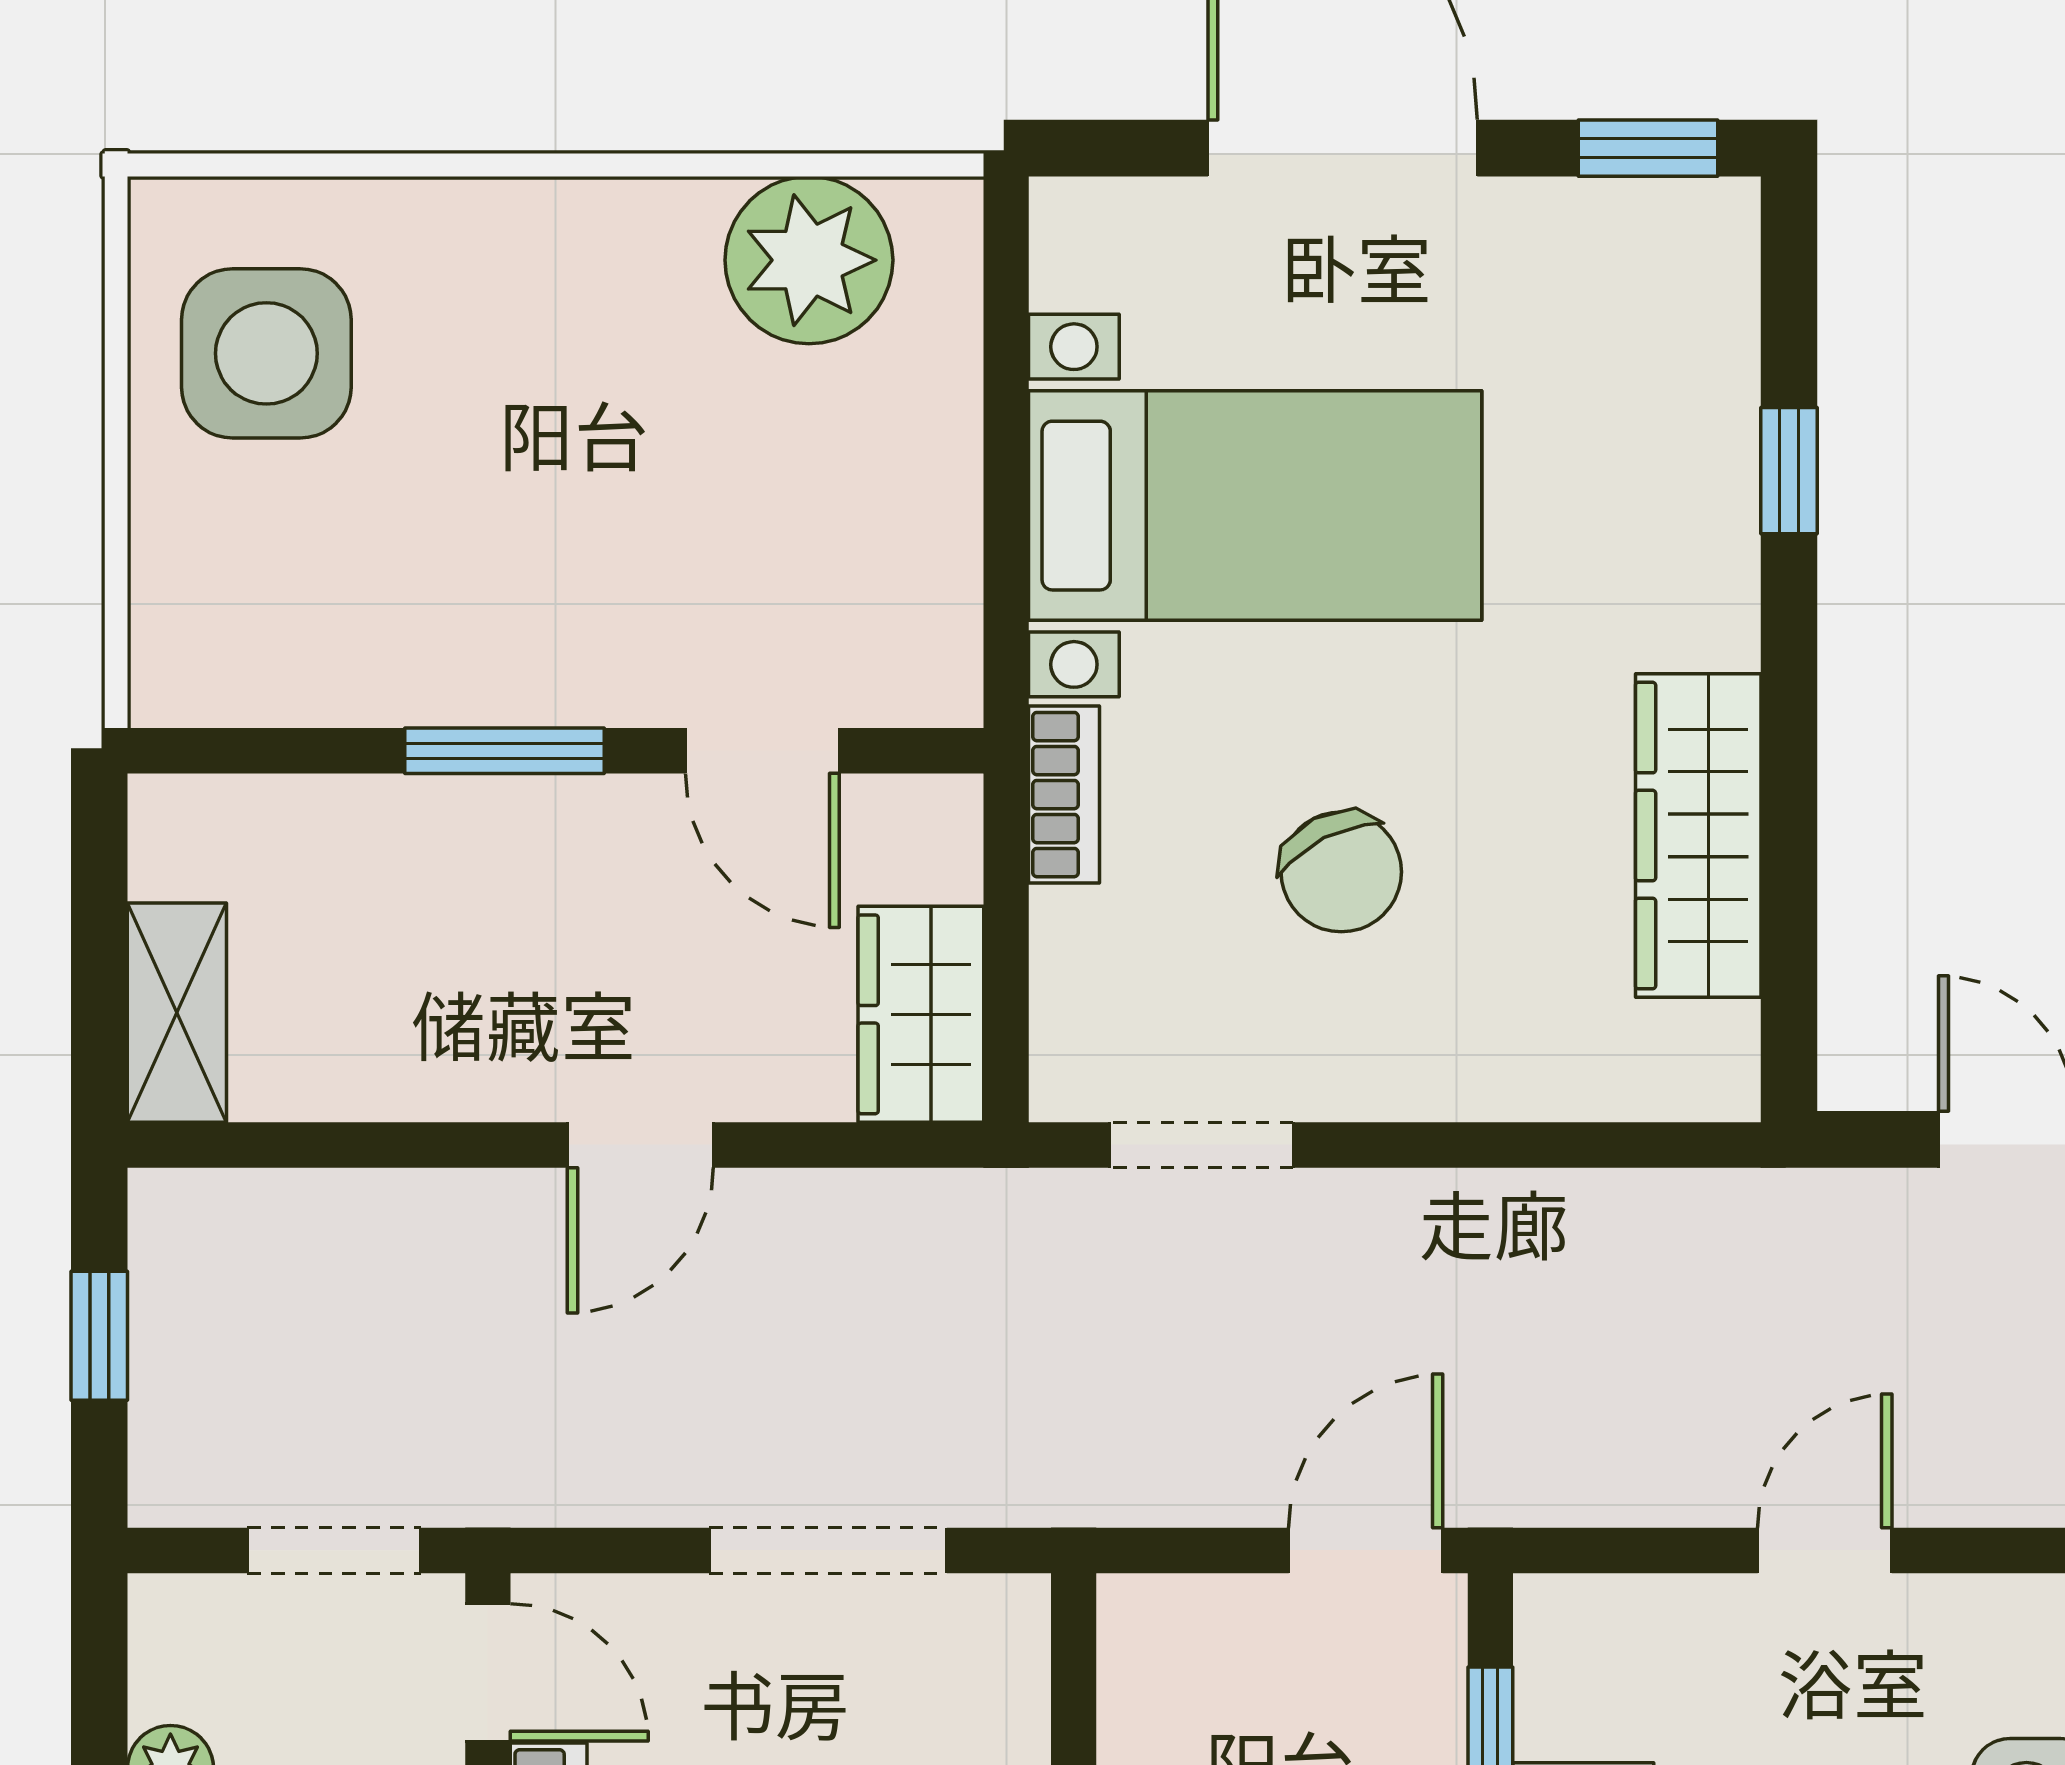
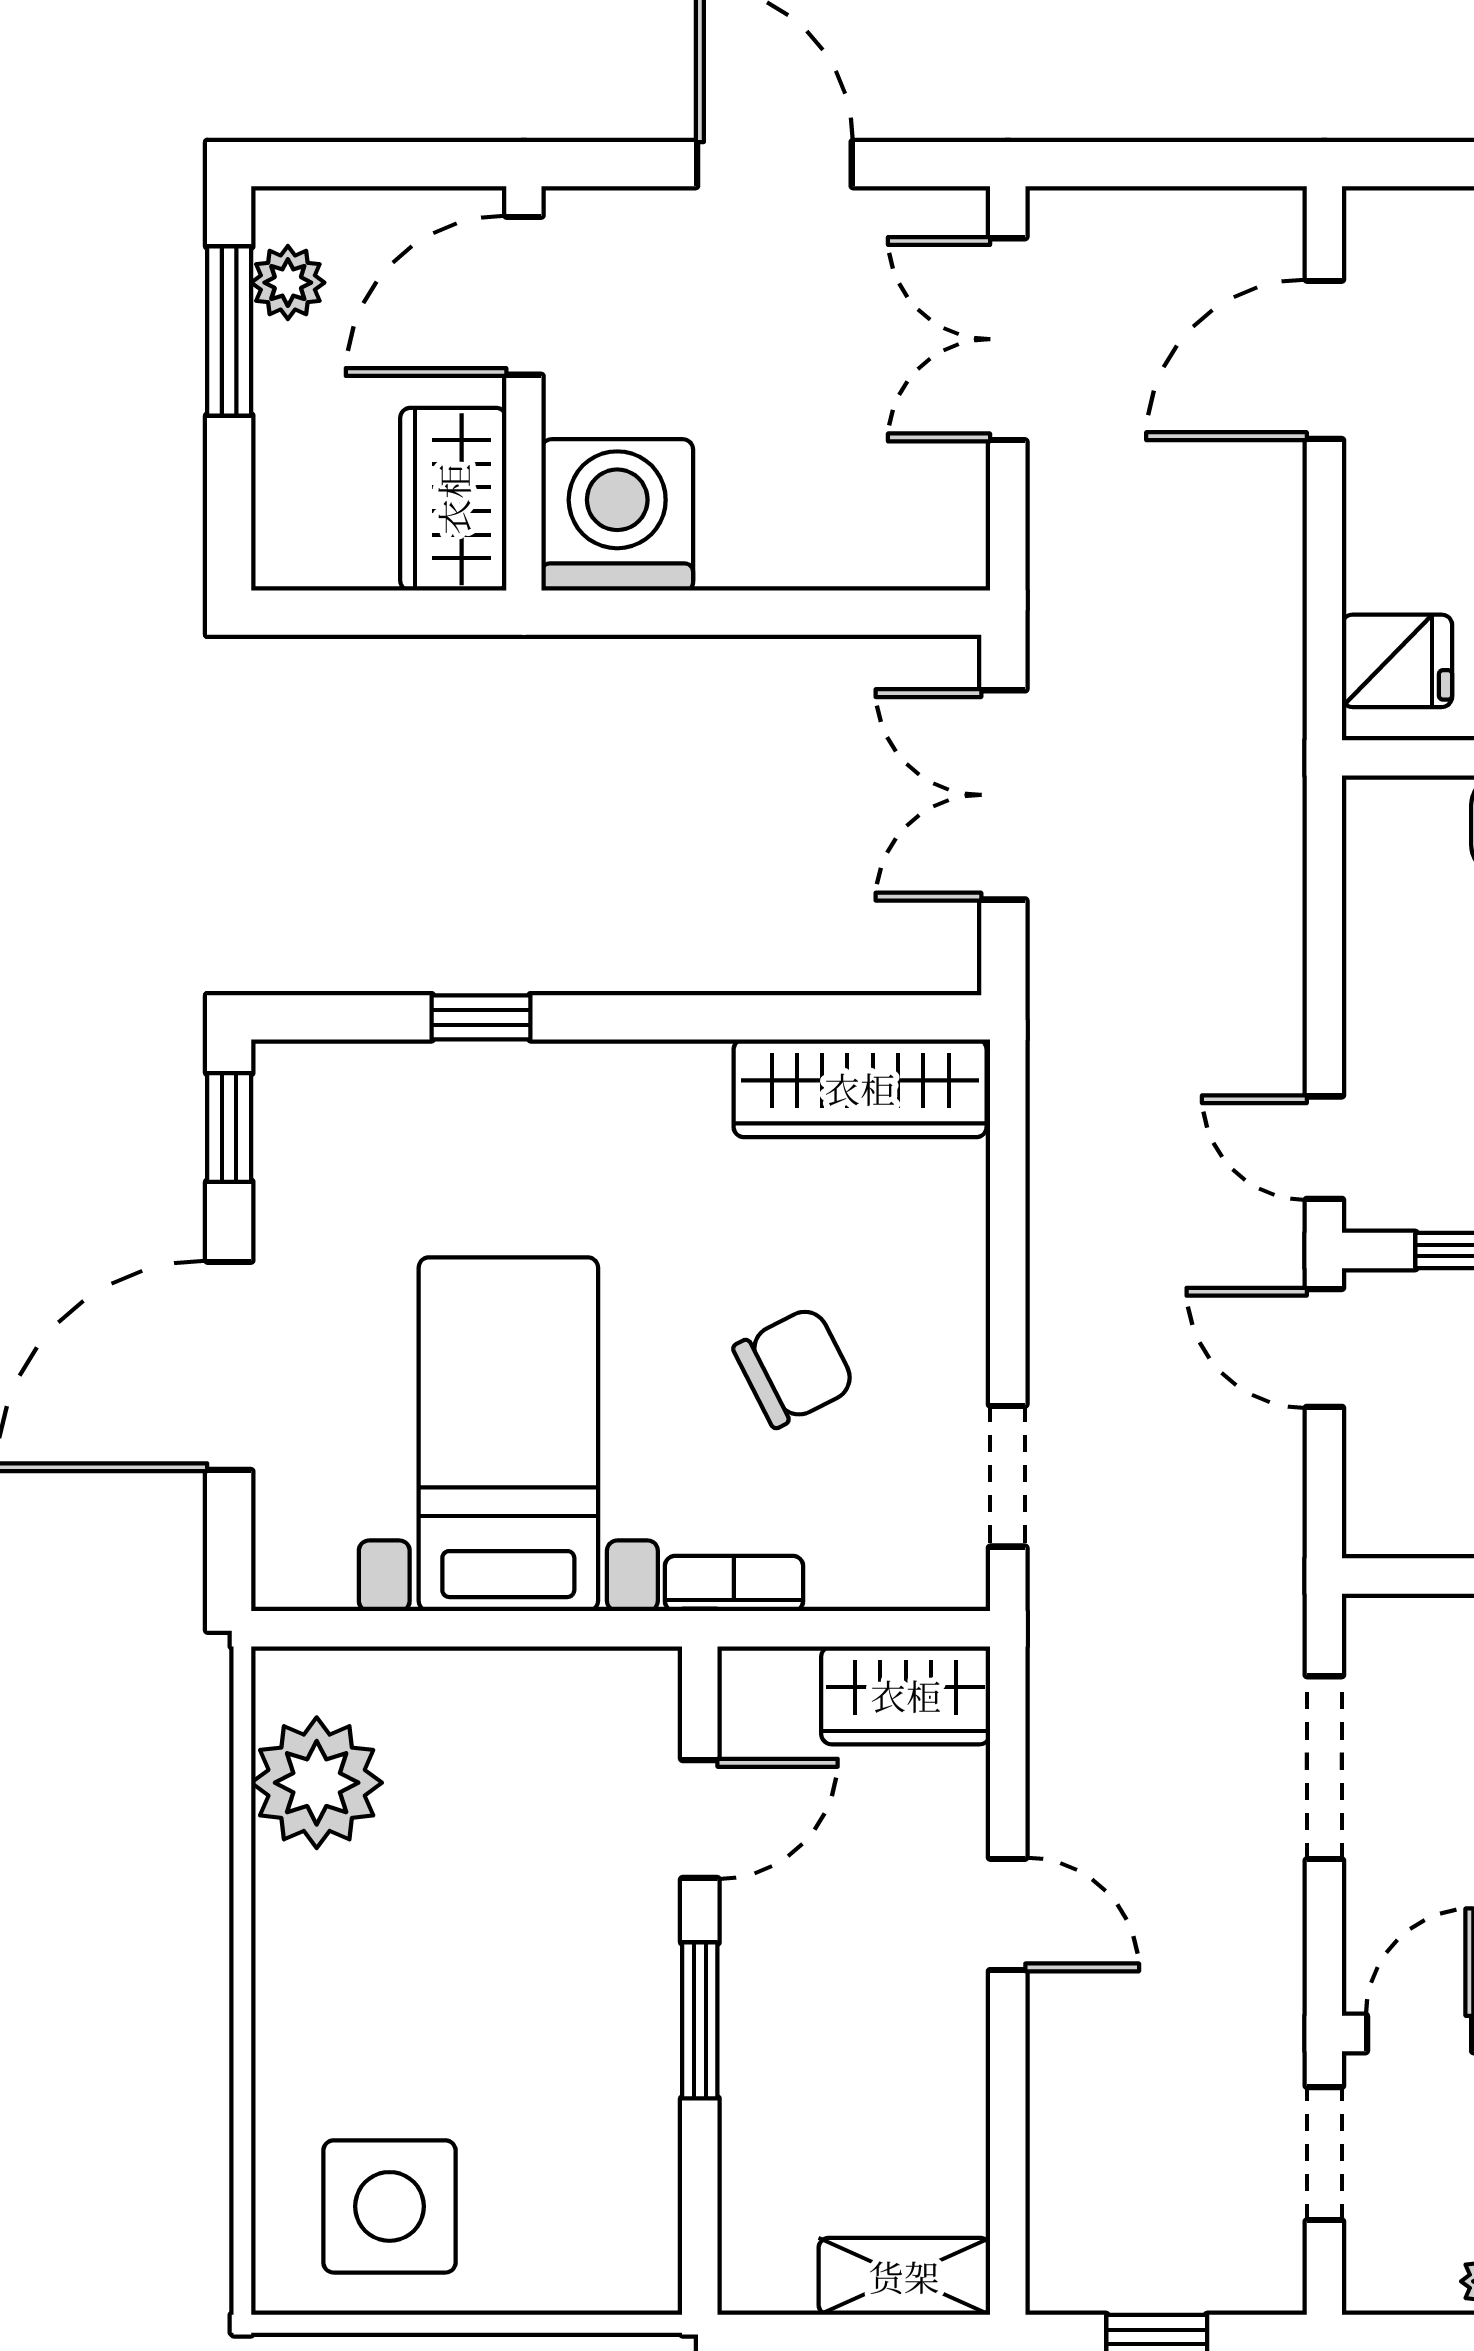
wardrobe: (1698, 836) -> (860, 1088), moved
door: (1825, 1550) -> (1324, 1148), moved

